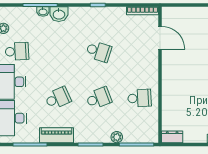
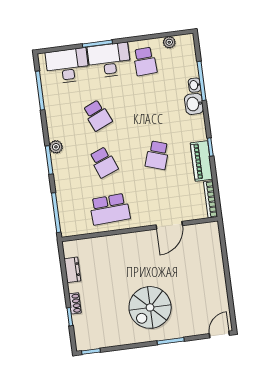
door: (160, 38) -> (169, 225), moved
school desk: (140, 98) -> (110, 209), width x1.85
piano: (57, 135) -> (201, 161), moved, turned 180
plant: (117, 137) -> (56, 147), moved
dresser: (172, 137) -> (72, 270), moved

